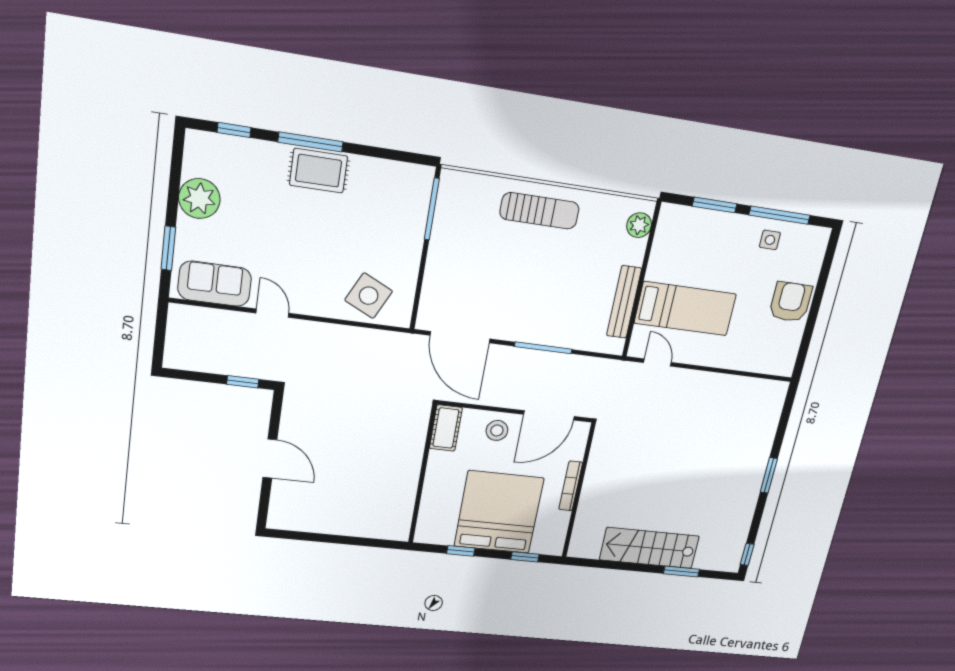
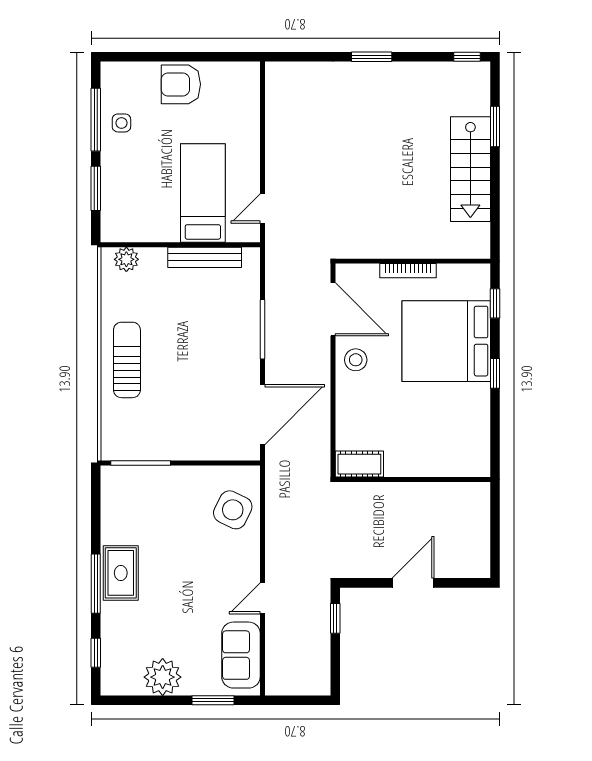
cot: (446, 428) -> (359, 464), moved
wall: (422, 474) -> (413, 480), moved

